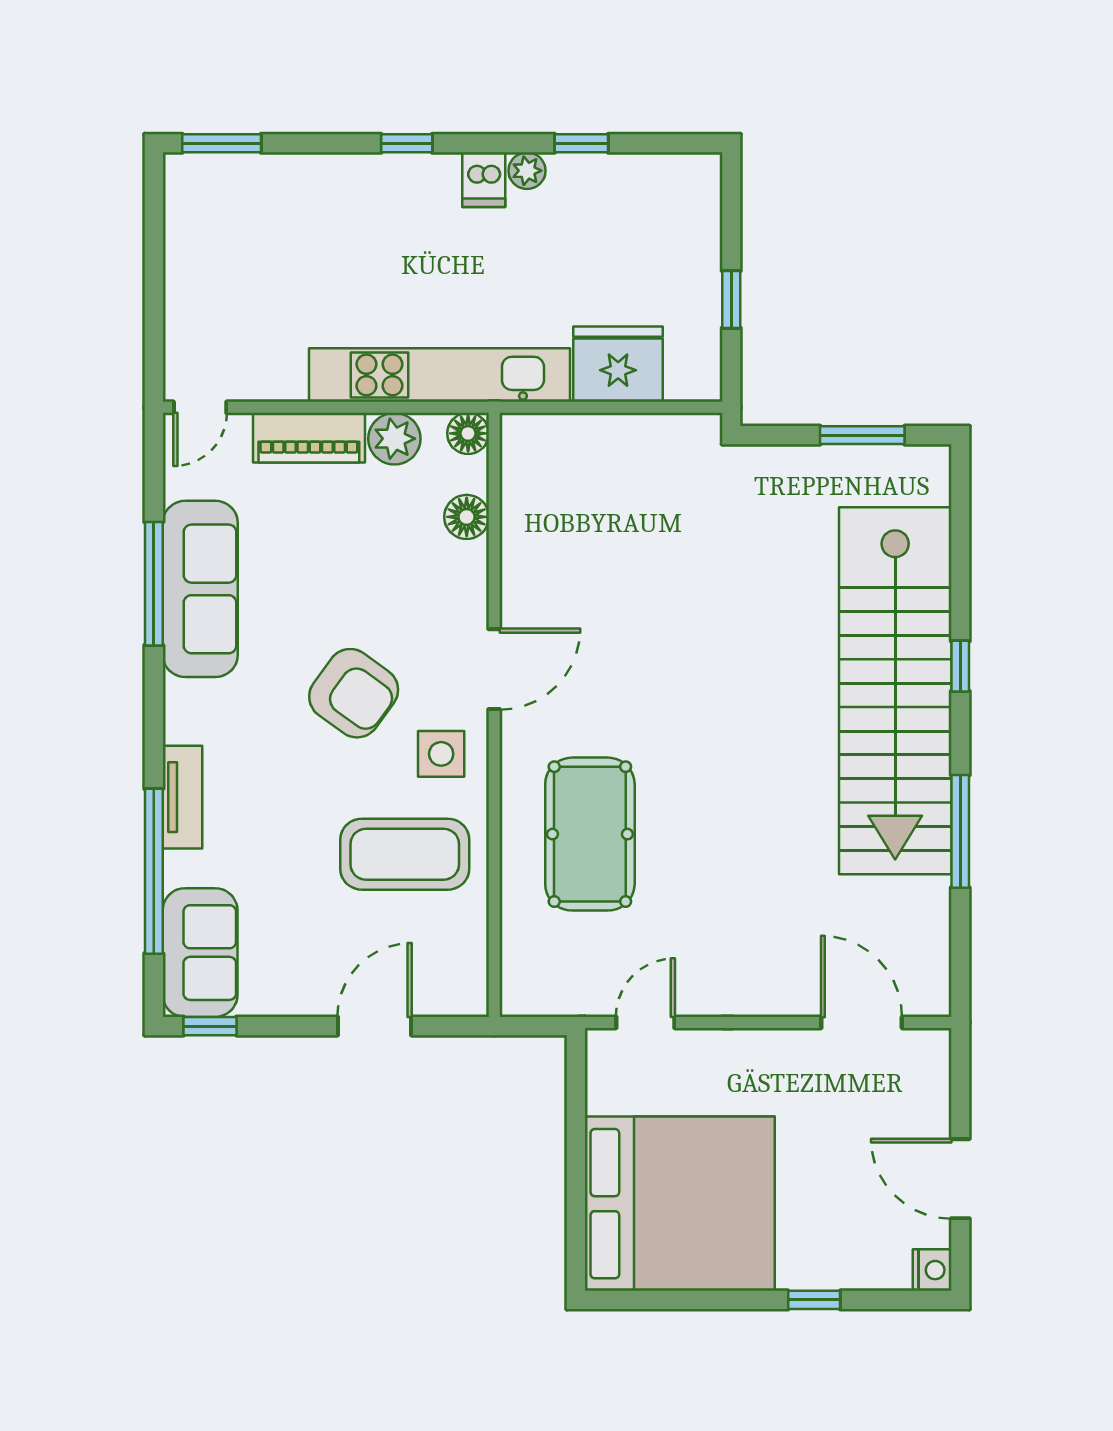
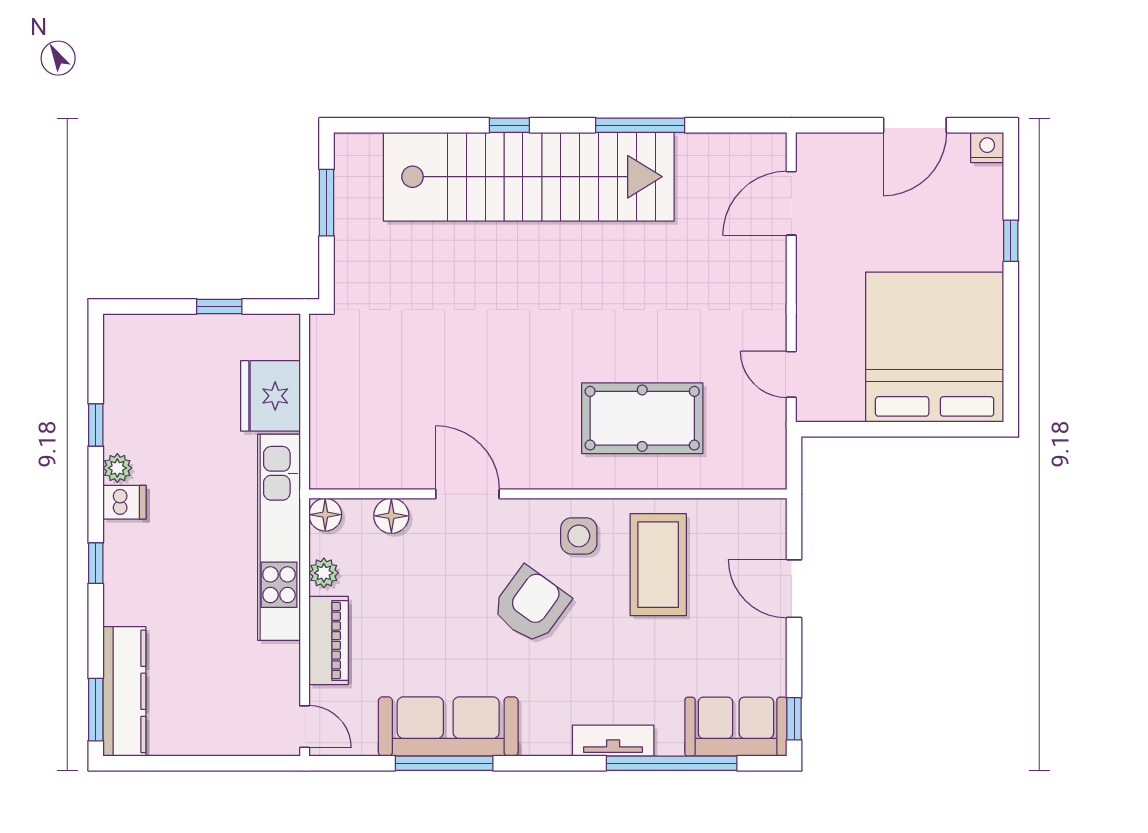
kitchen counter: (245, 180) -> (124, 691), added
plant: (394, 439) -> (324, 573), width x0.73, depth x0.73
door: (494, 669) -> (467, 494), moved

